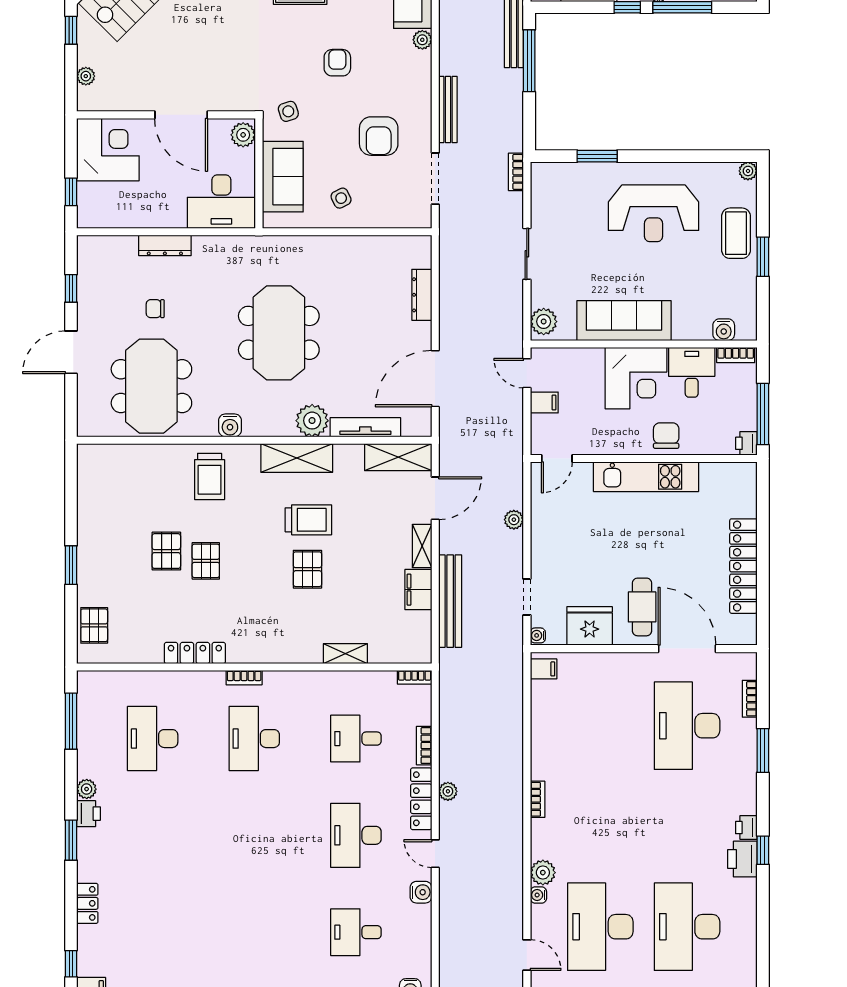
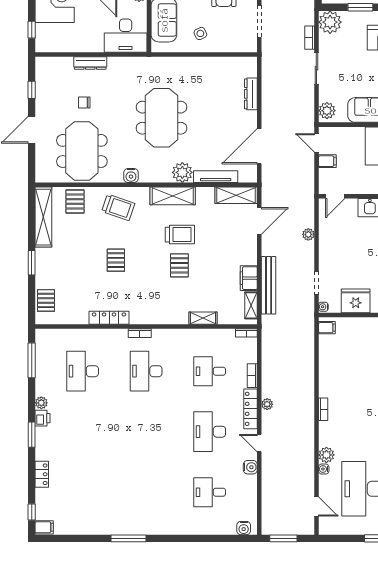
bookcase: (516, 172) -> (310, 38), moved
plant: (548, 180) -> (330, 22), added
trolley: (210, 476) -> (118, 207), turned -71
shelving: (90, 492) -> (43, 217), added
shelving: (422, 546) -> (251, 305), moved
pallet: (166, 551) -> (75, 201), moved

